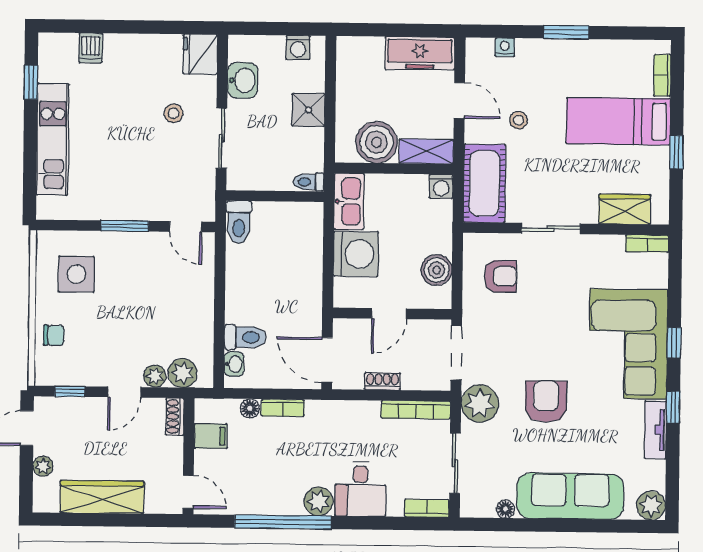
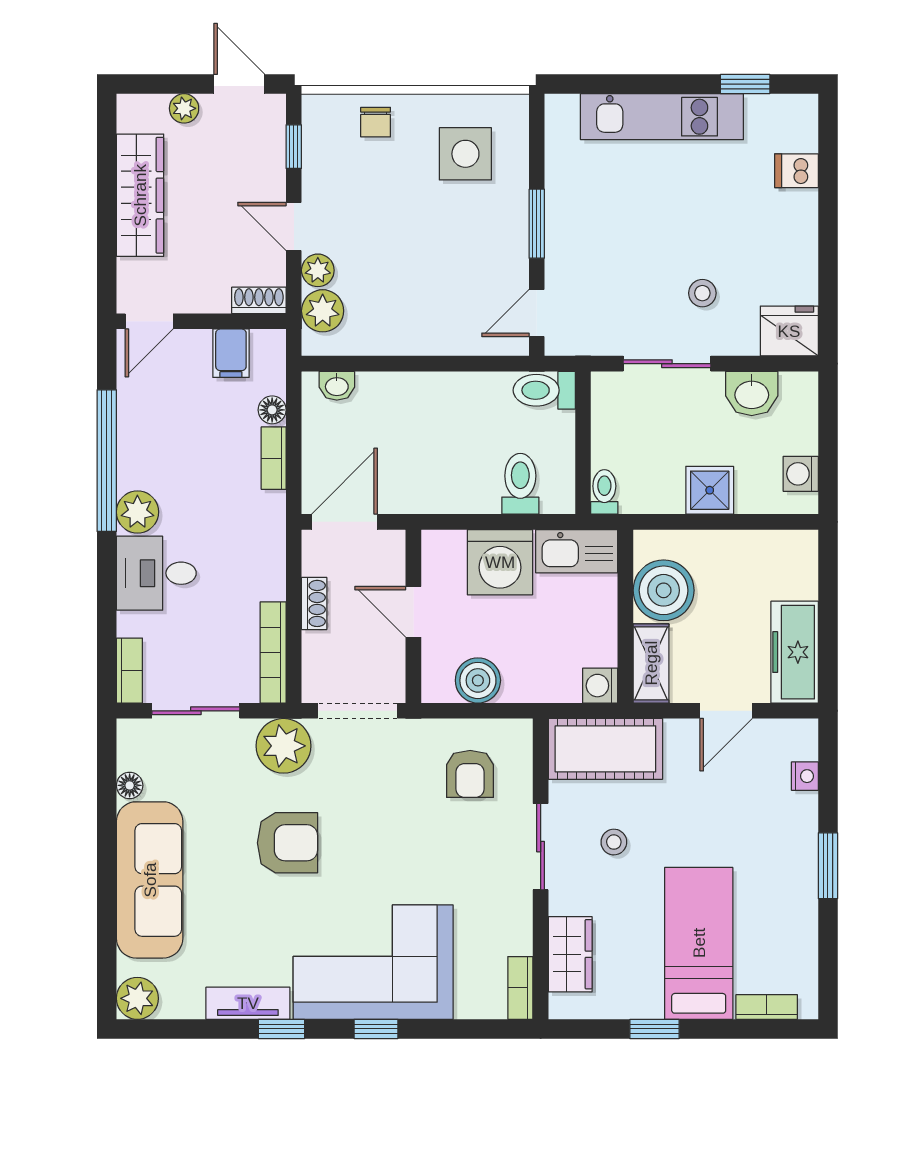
stool: (519, 120) -> (614, 842), moved
toilet: (245, 337) -> (520, 484), moved, turned 180

